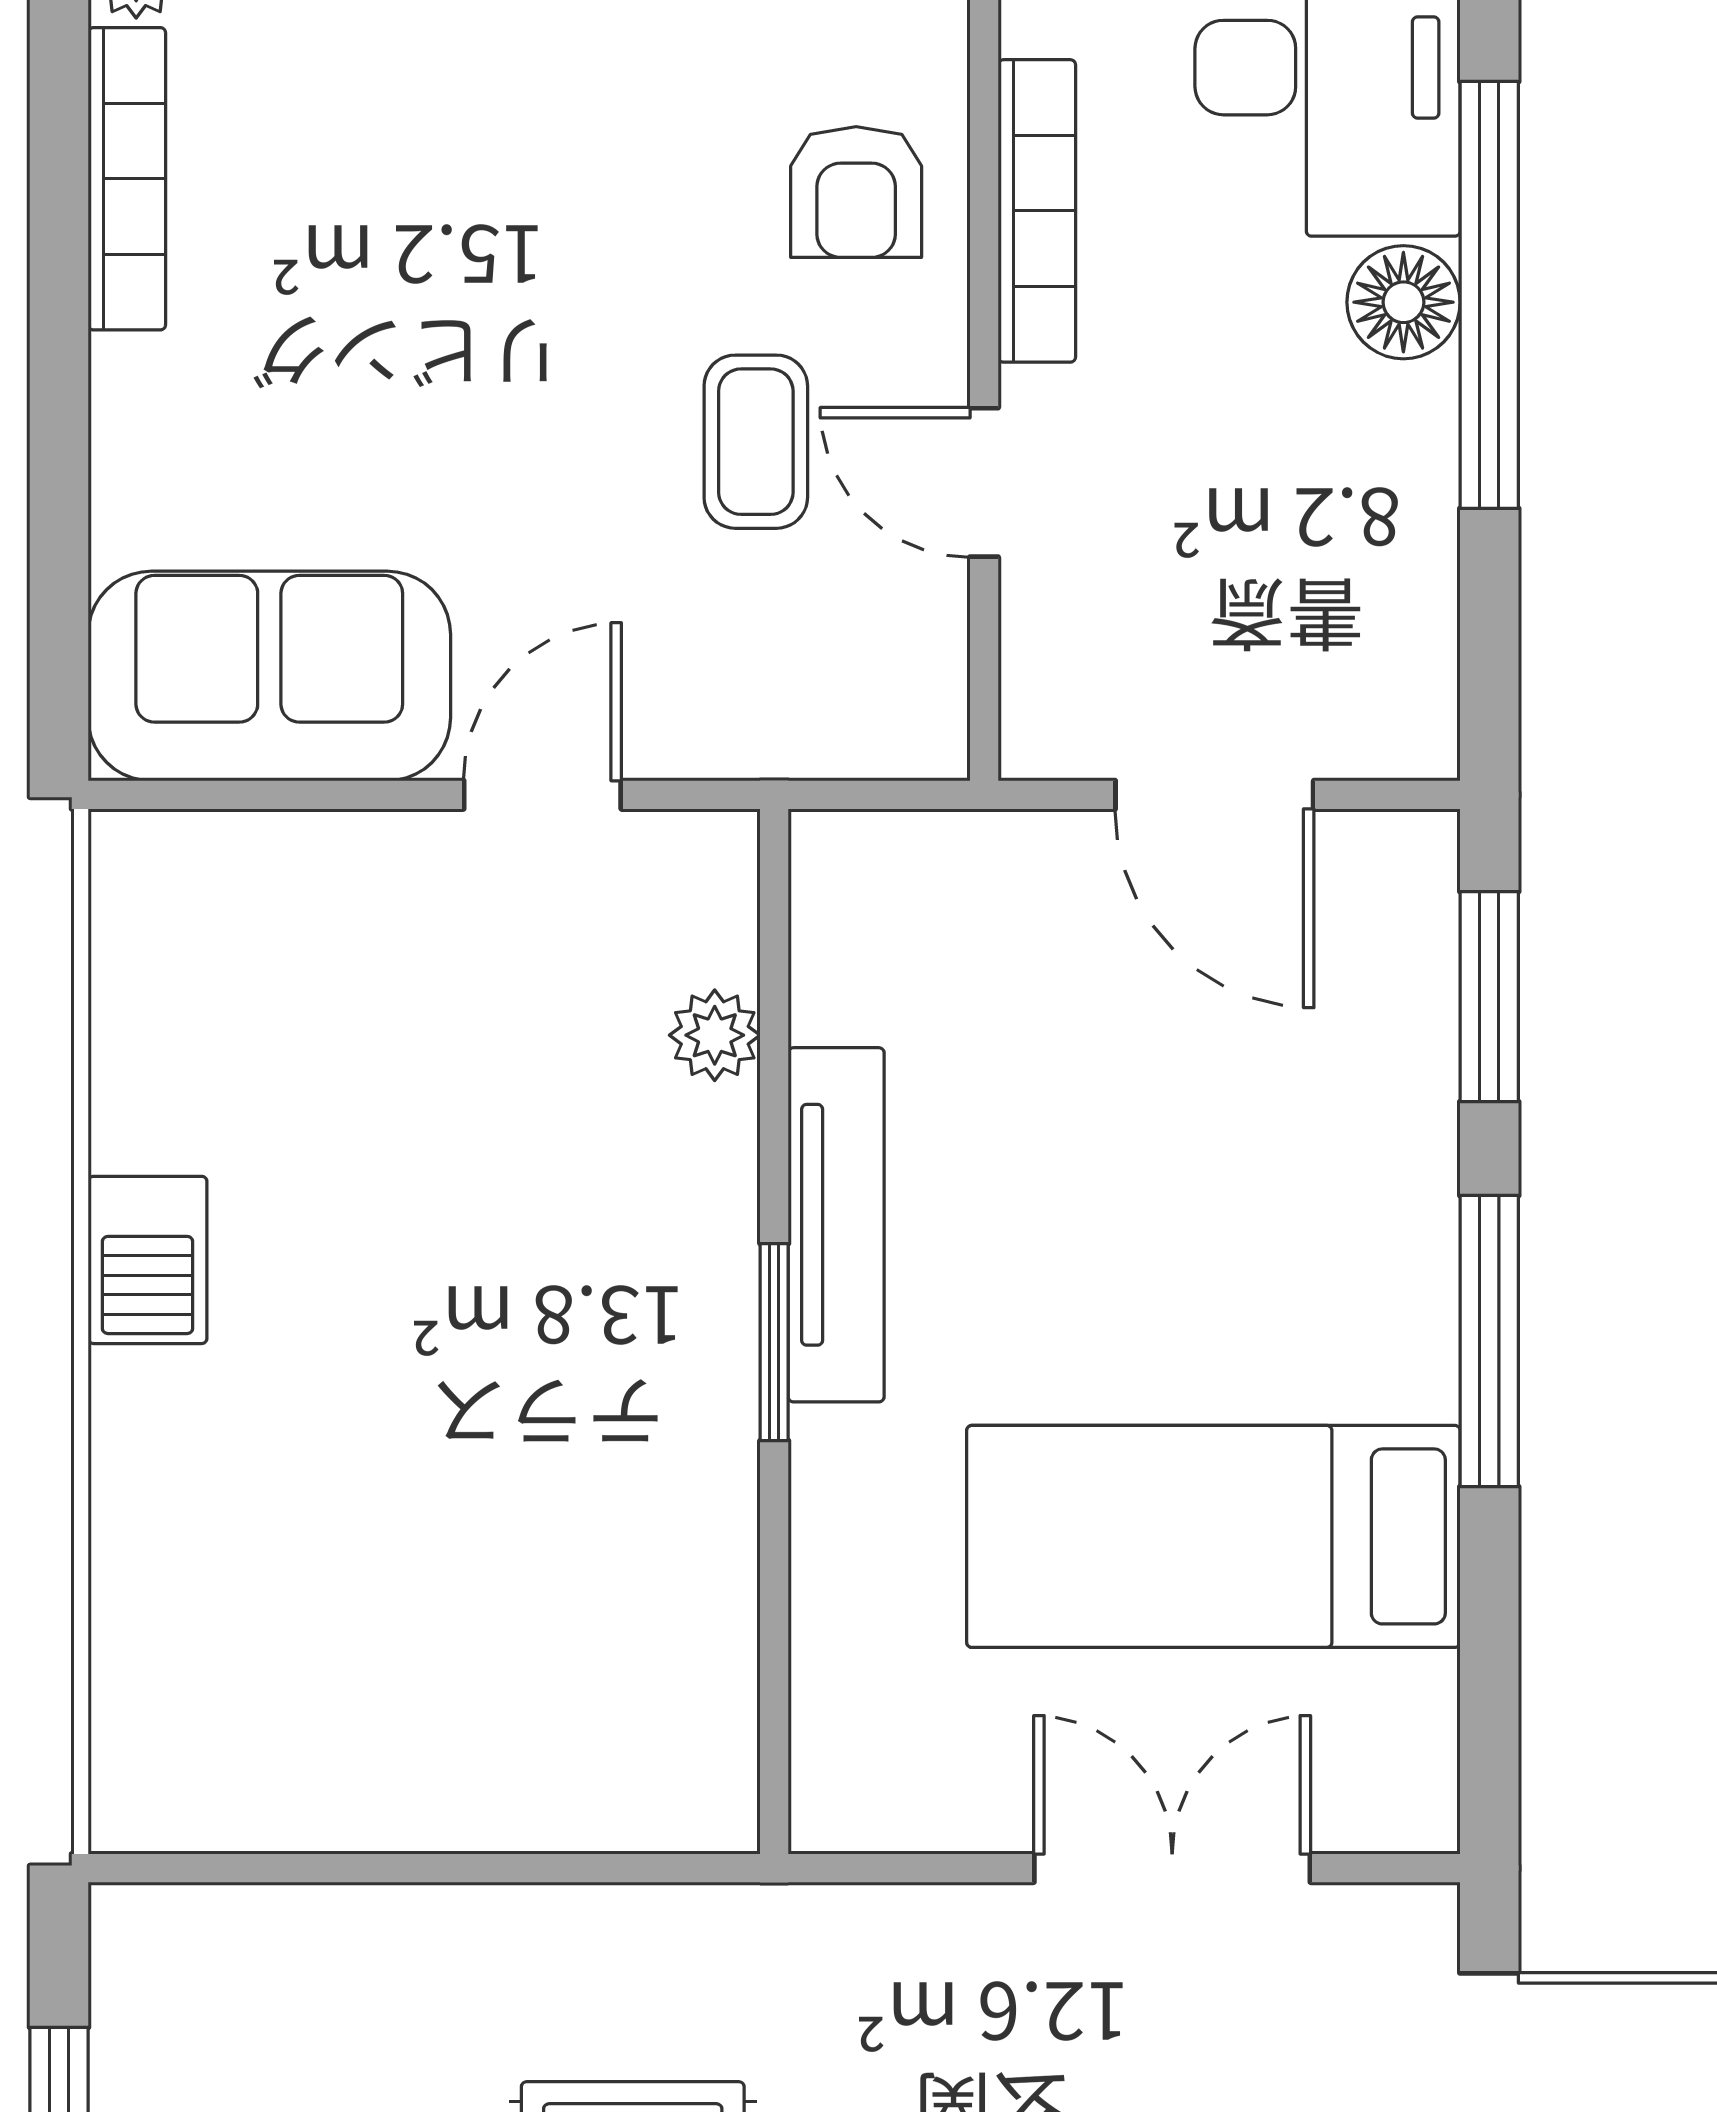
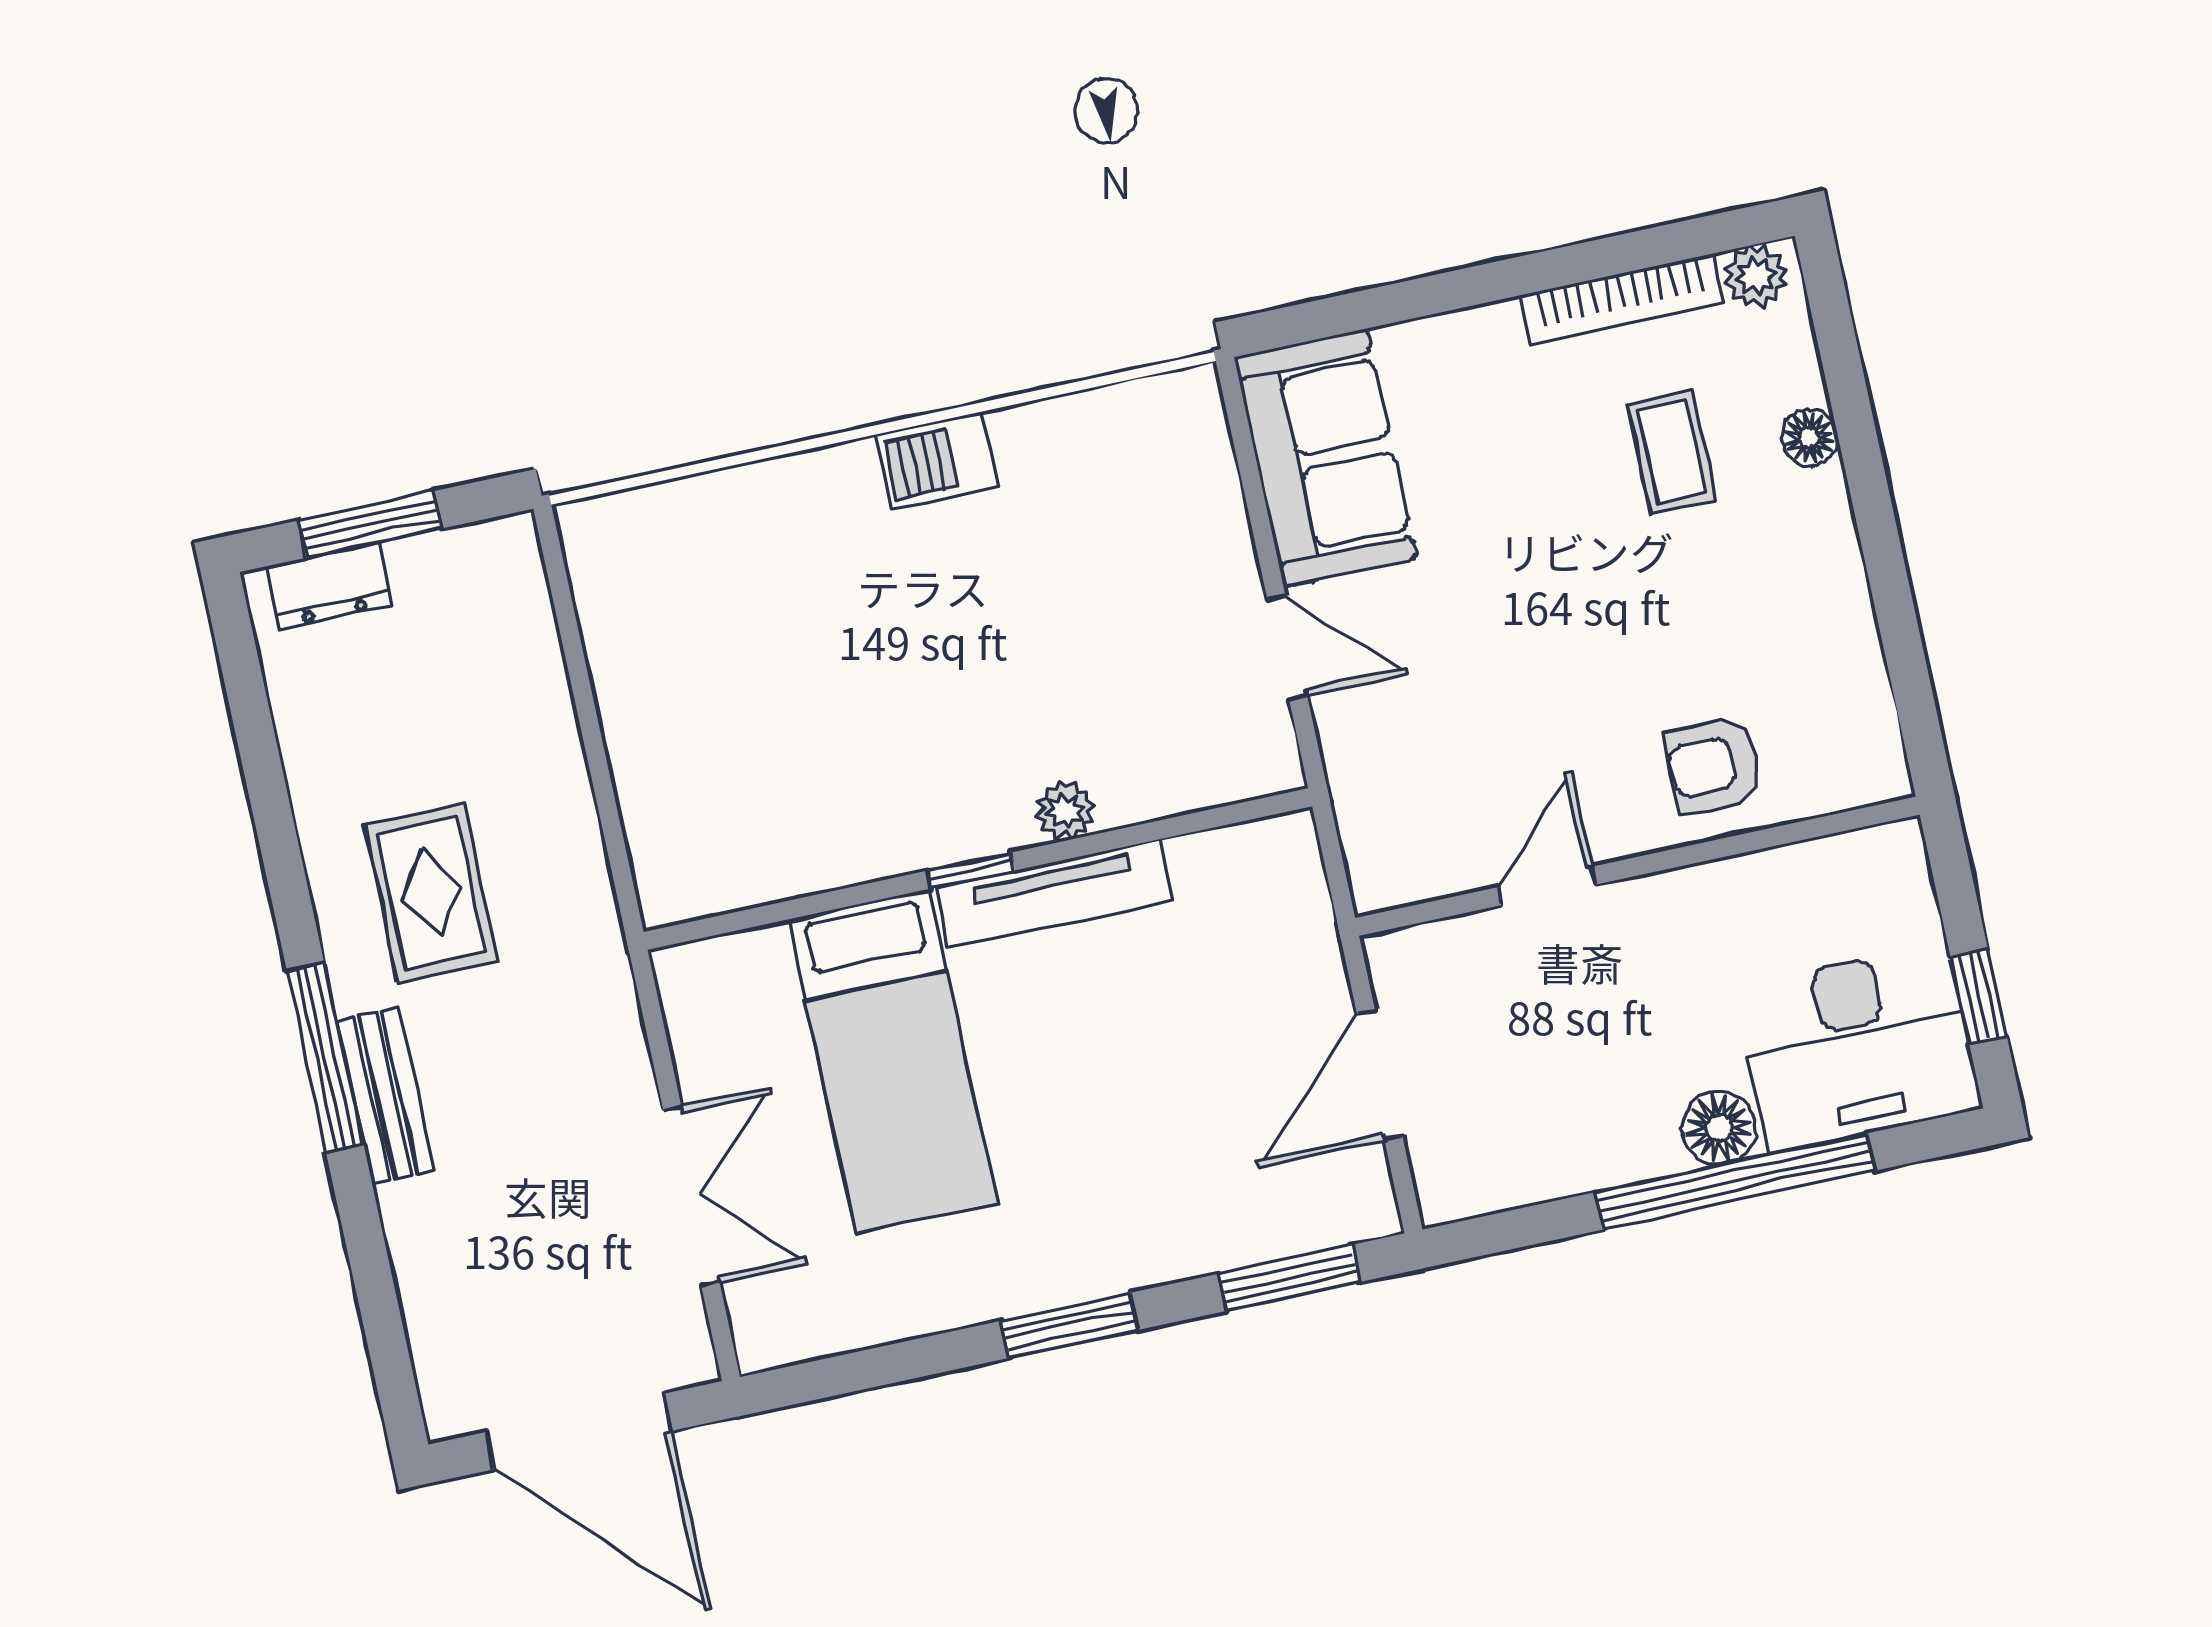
bookcase: (1037, 211) -> (1727, 882), removed
coffee table: (756, 442) -> (1671, 452), moved, turned 90
plant: (715, 1035) -> (1065, 811), moved
window: (1489, 1341) -> (1070, 1325), width x0.69
window: (774, 1342) -> (971, 871), width x0.67
bed: (1213, 1536) -> (892, 1061), moved, turned 180

